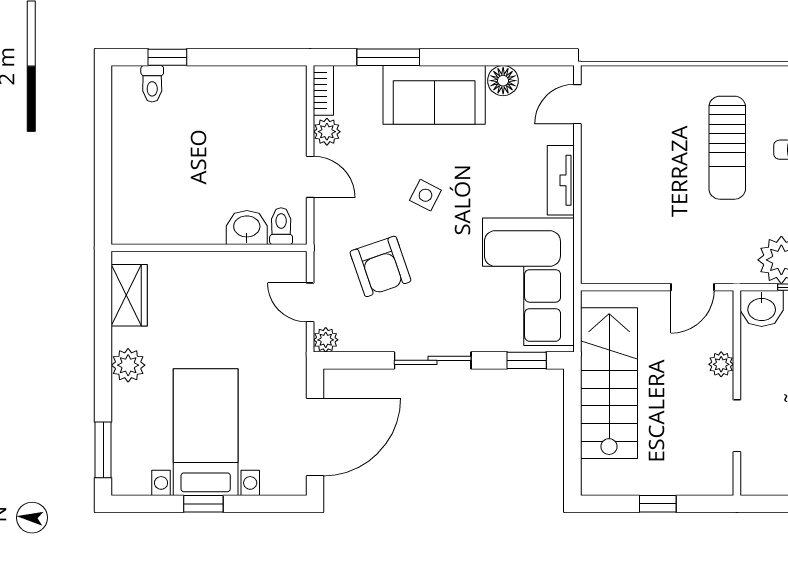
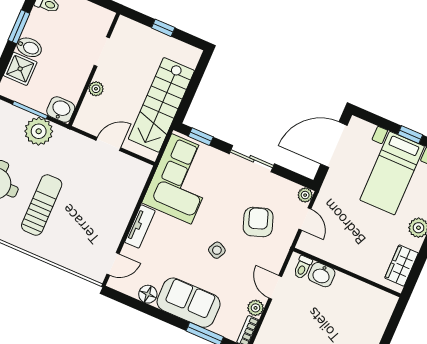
door: (693, 287) -> (108, 144), moved

